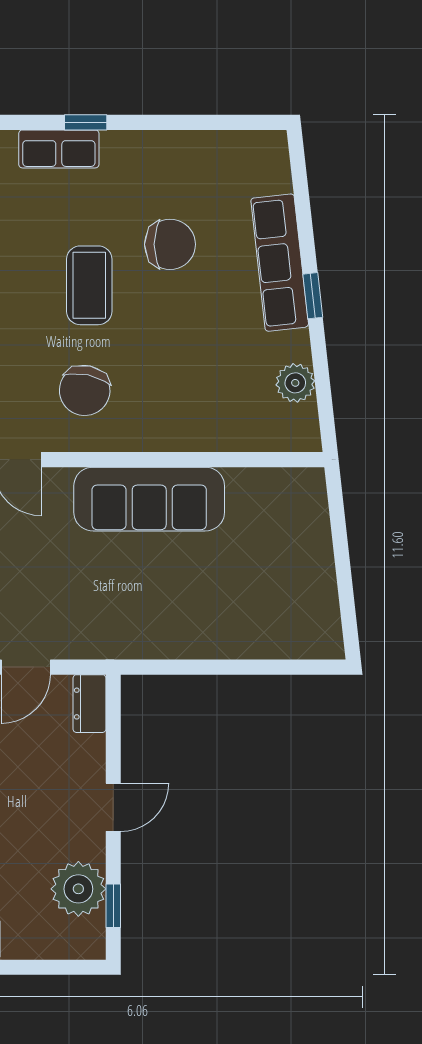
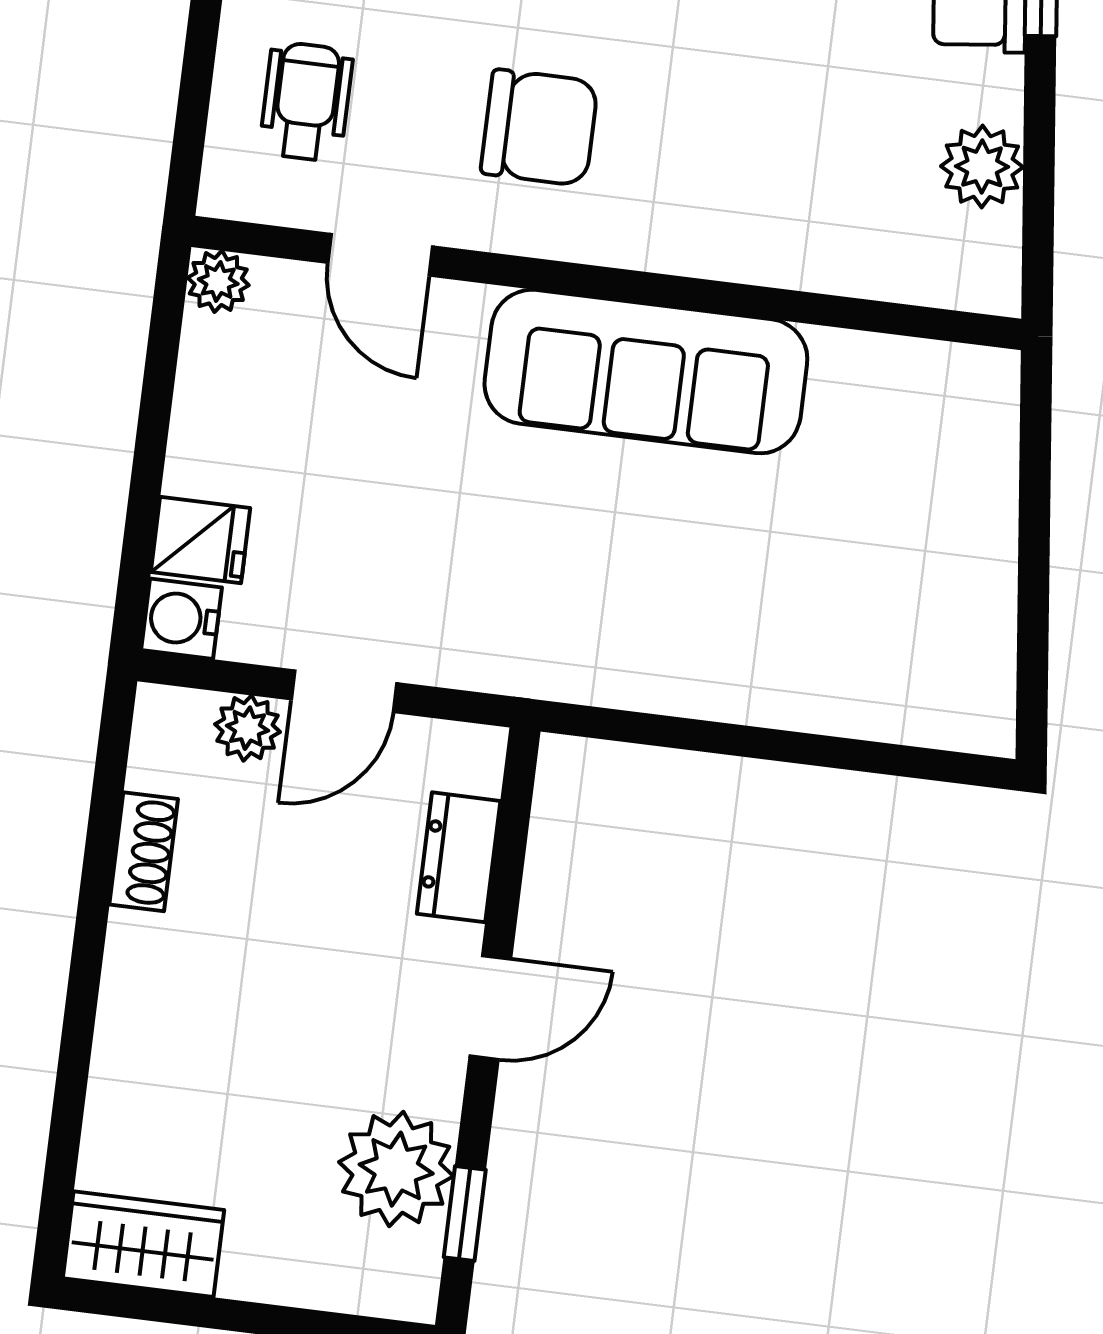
chair: (85, 390) -> (539, 128), turned -102
dresser: (89, 704) -> (459, 857), moved

